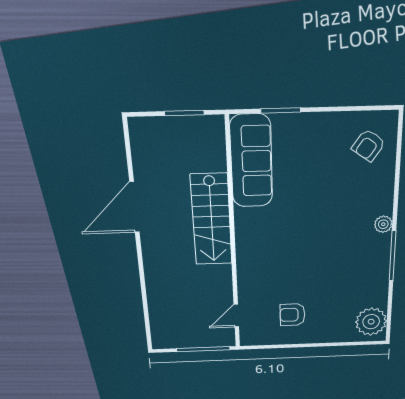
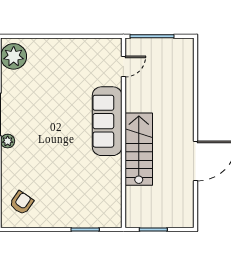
sofa: (251, 161) -> (107, 121), moved
armchair: (293, 315) -> (78, 65), removed

